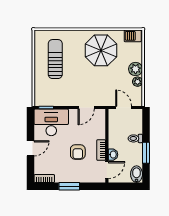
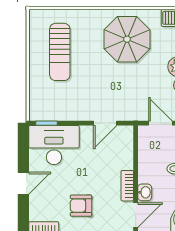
sun lounger: (55, 59) -> (60, 52), turned 180
armchair: (78, 152) -> (81, 206), moved, turned 90

